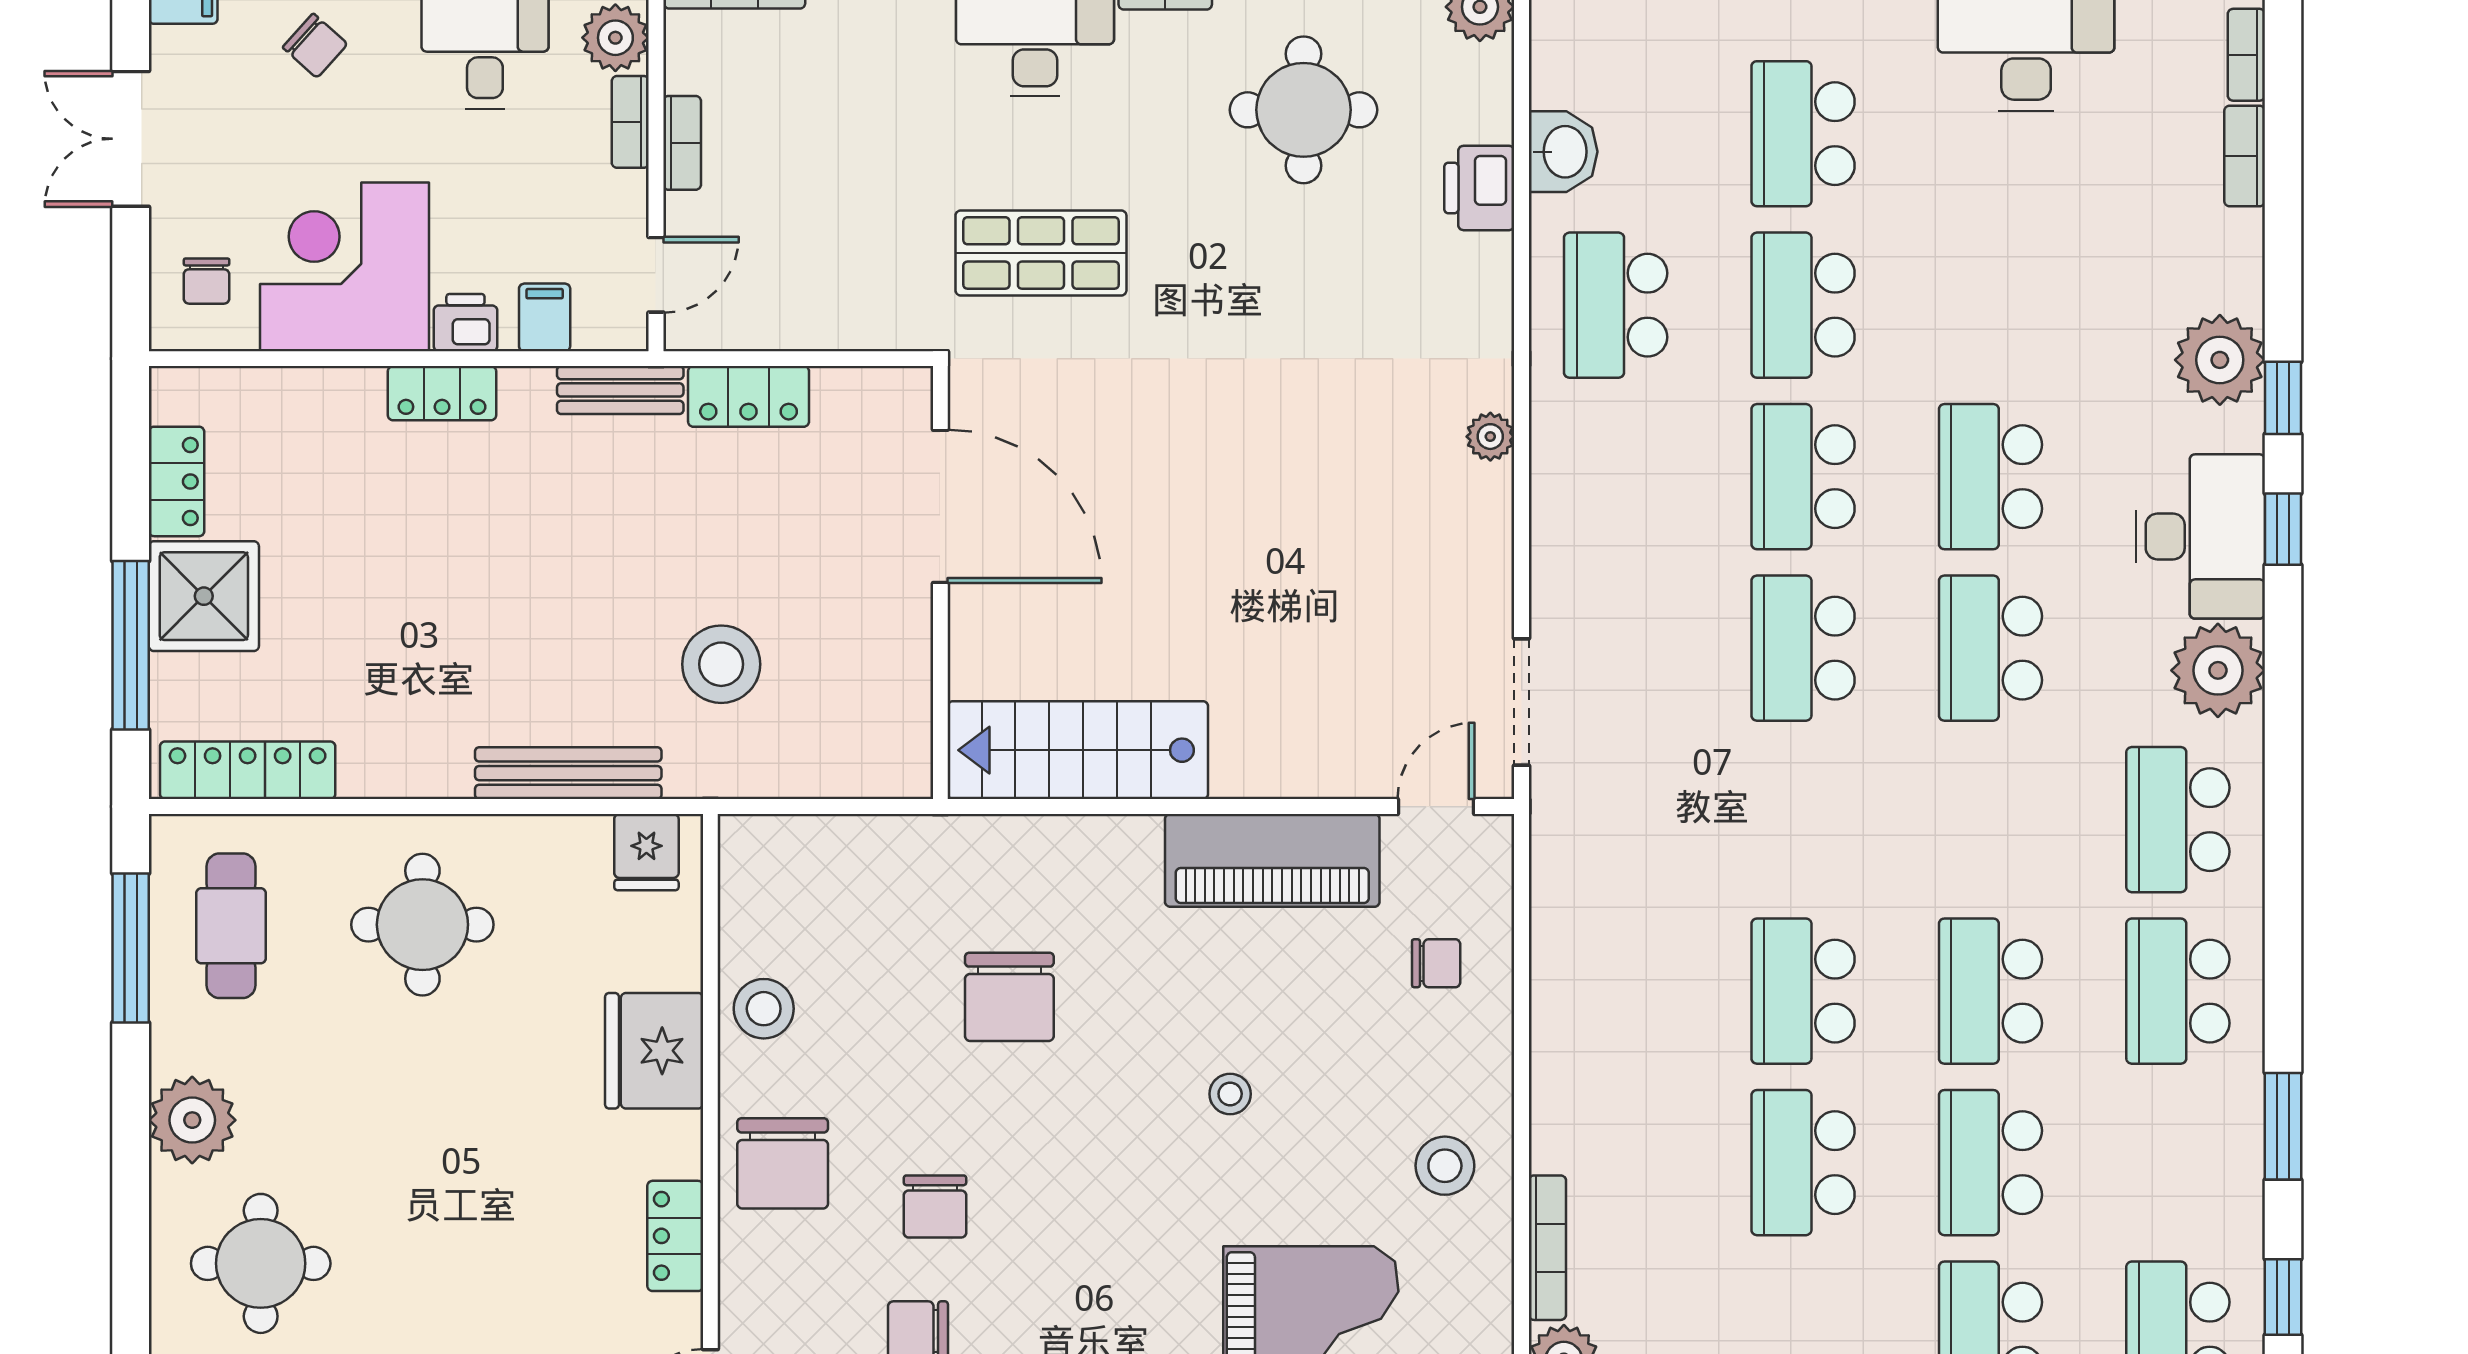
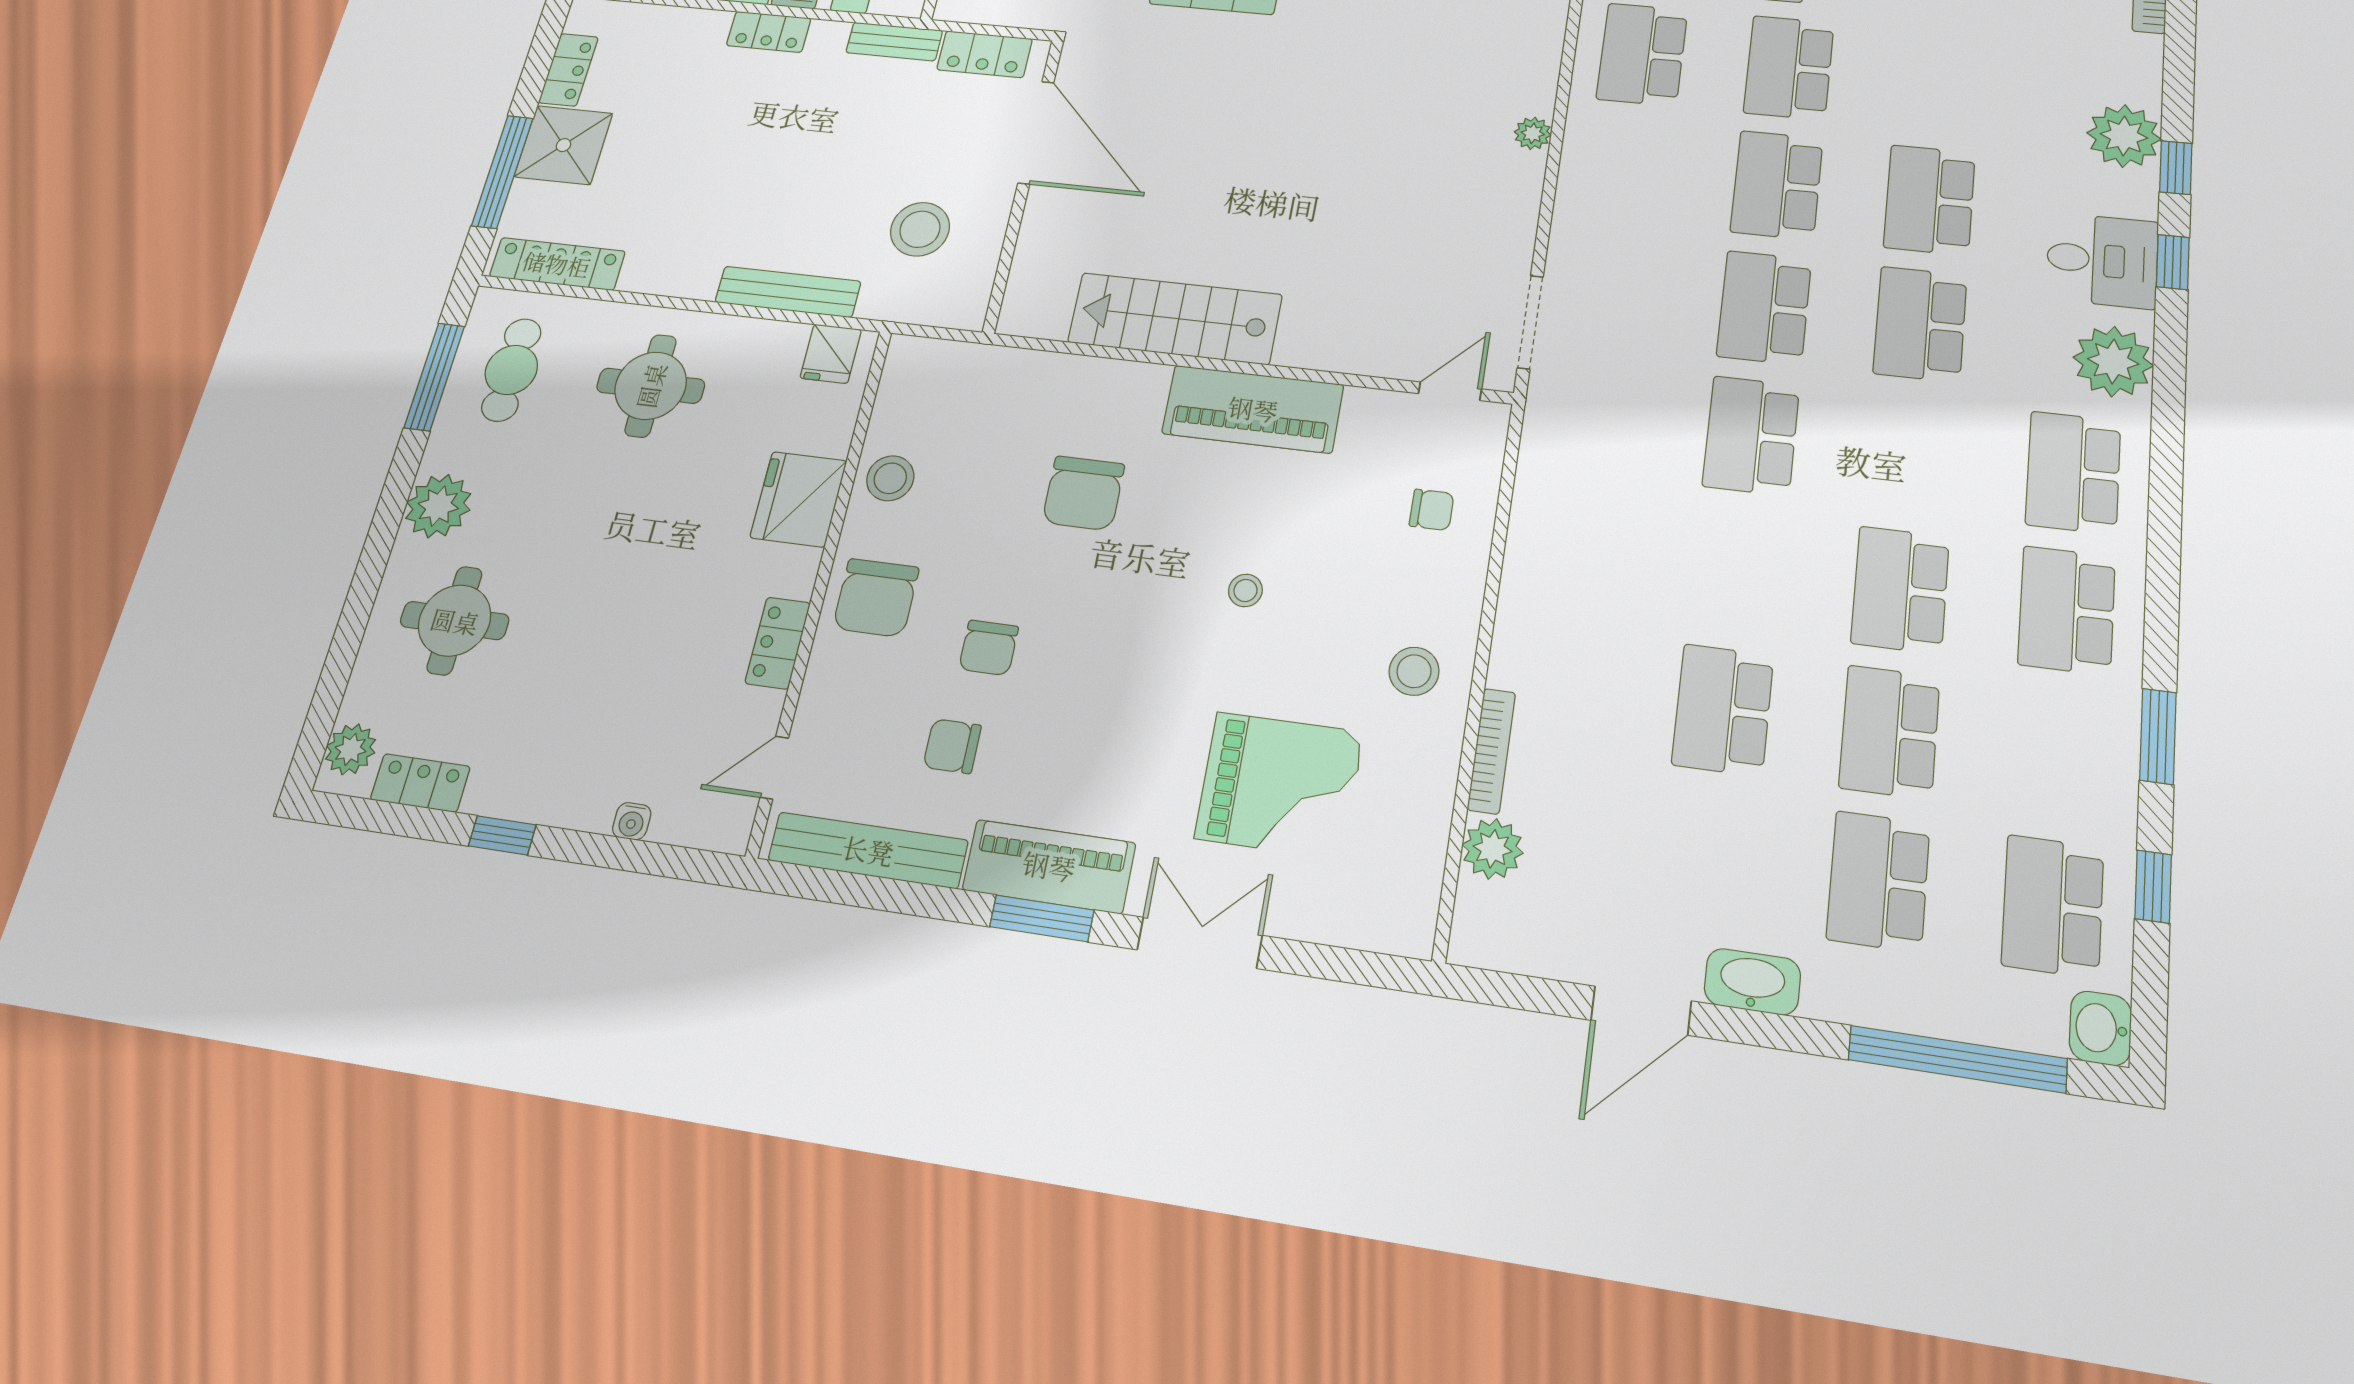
door: (940, 506) -> (1036, 133), moved
desk: (2200, 536) -> (2102, 260), width x0.73
wall: (940, 583) -> (1024, 183), moved
piano: (1272, 860) -> (1253, 409), moved
school desk: (1803, 991) -> (1751, 436), moved

